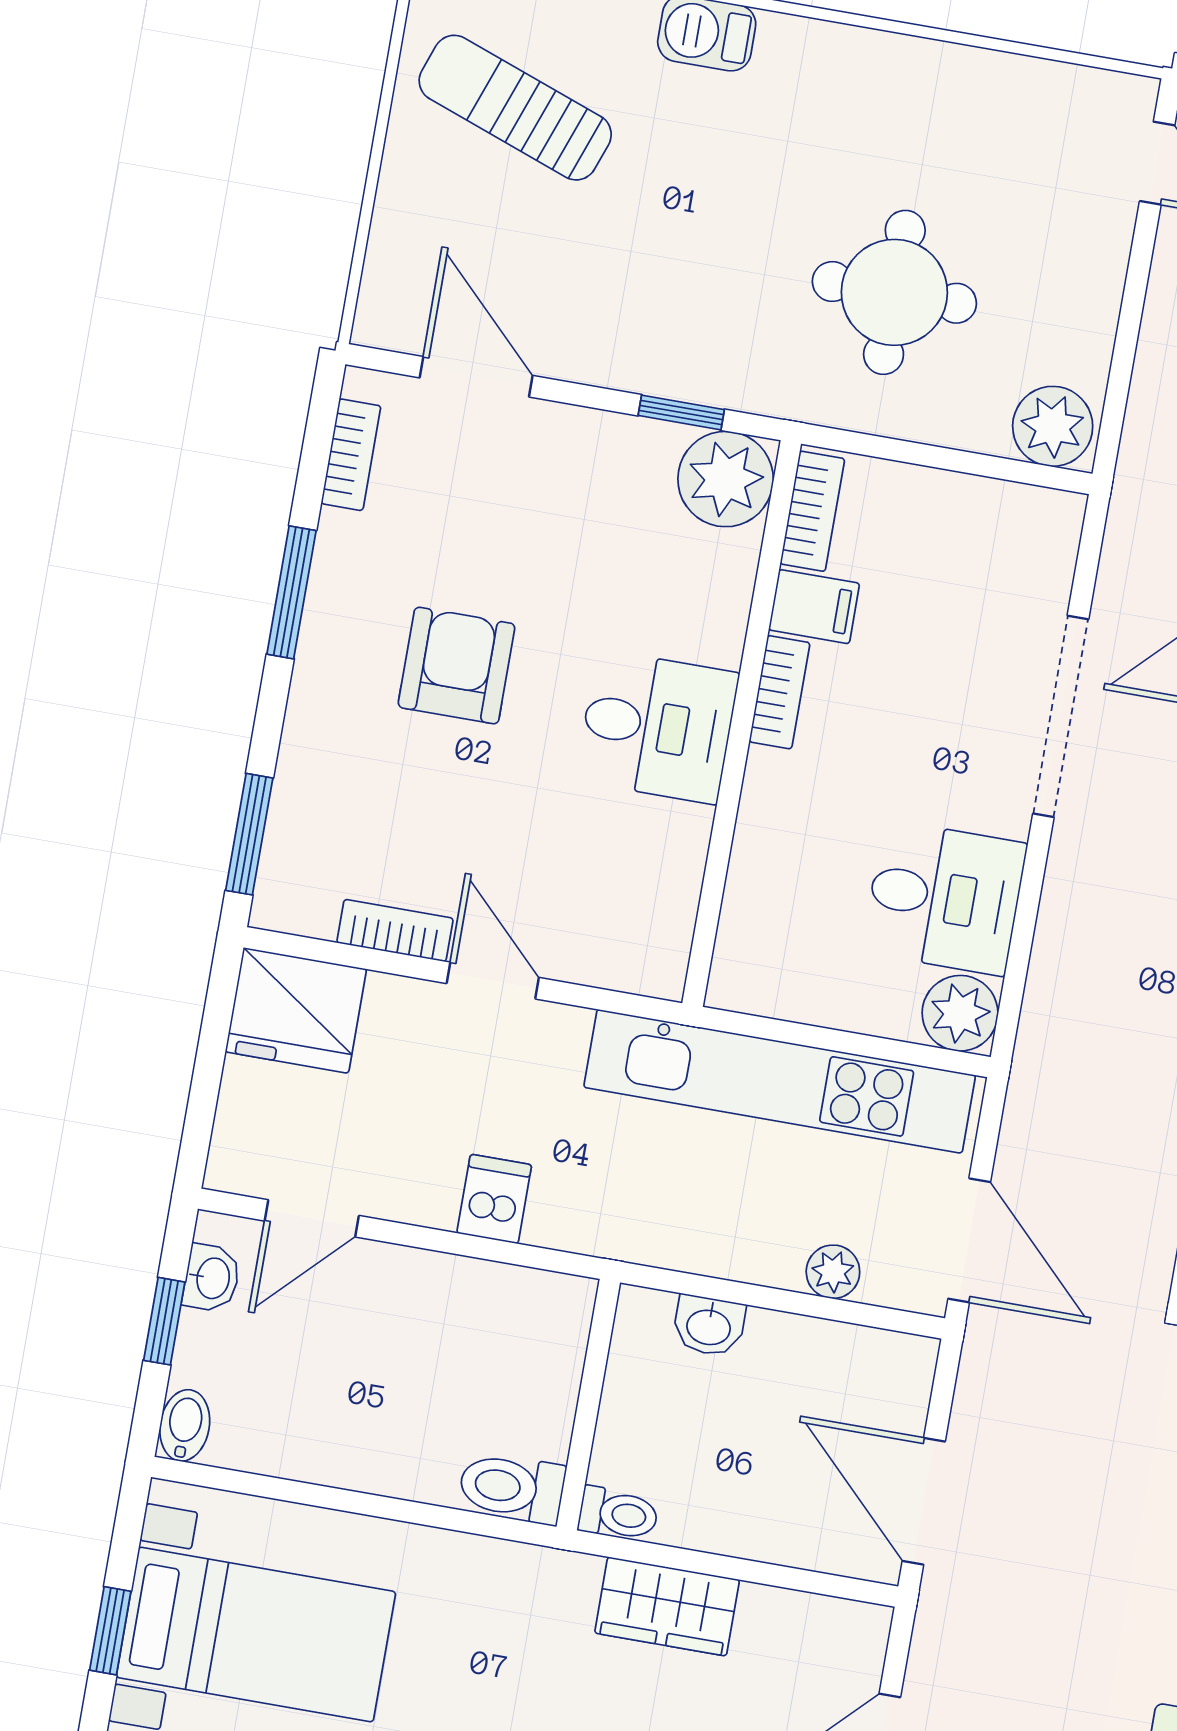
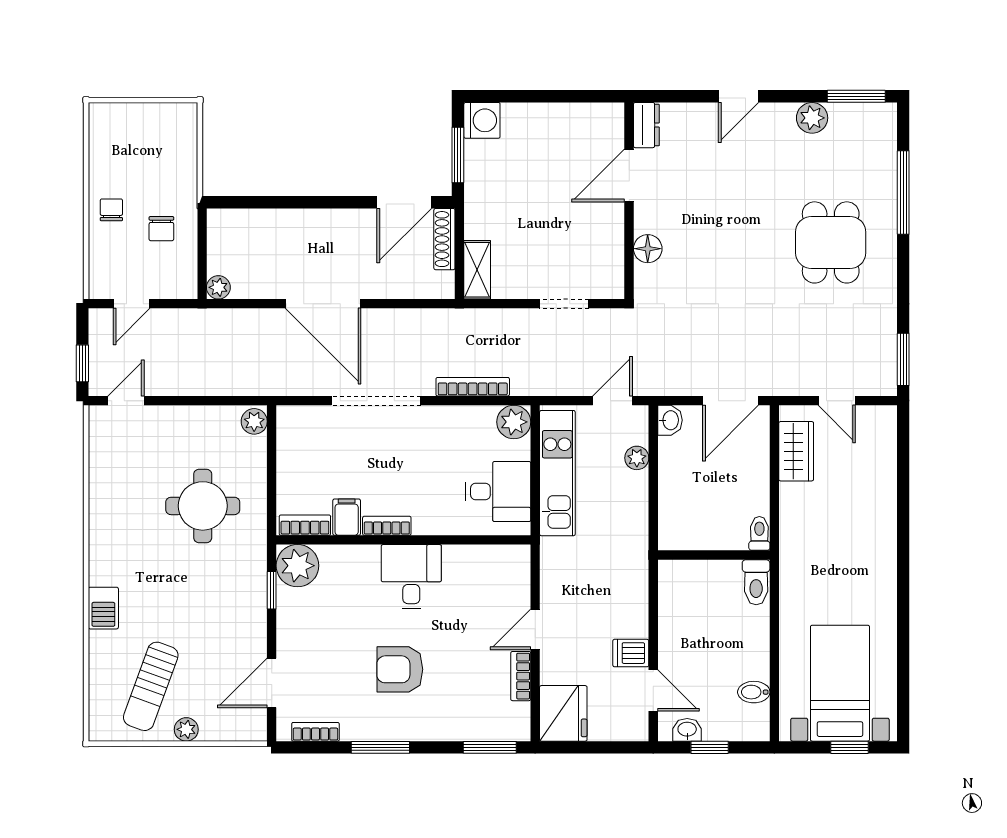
plant: (406, 170) -> (186, 729), added
plant: (1053, 426) -> (254, 421), width x0.73, depth x0.73
desk: (944, 898) -> (498, 492), moved, turned 90
bookcase: (1054, 936) -> (473, 387), added
kitchen unit: (780, 1081) -> (557, 473), width x0.73
dishwasher: (494, 1199) -> (631, 653), moved
door: (969, 1240) -> (613, 401), width x0.73
washbasin: (709, 1326) -> (670, 420), moved
bidet: (185, 1425) -> (754, 692), moved
wardrobe: (667, 1606) -> (796, 451), moved

